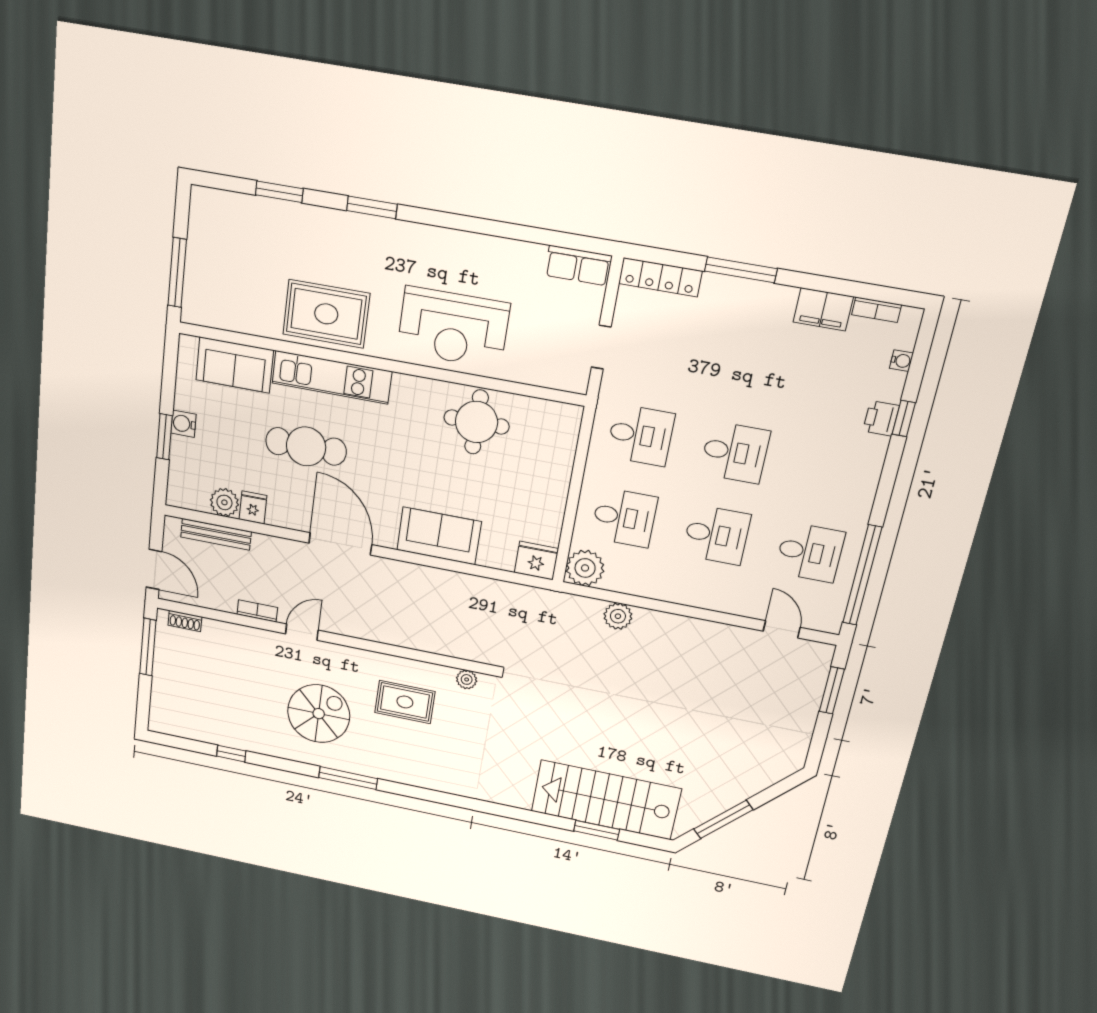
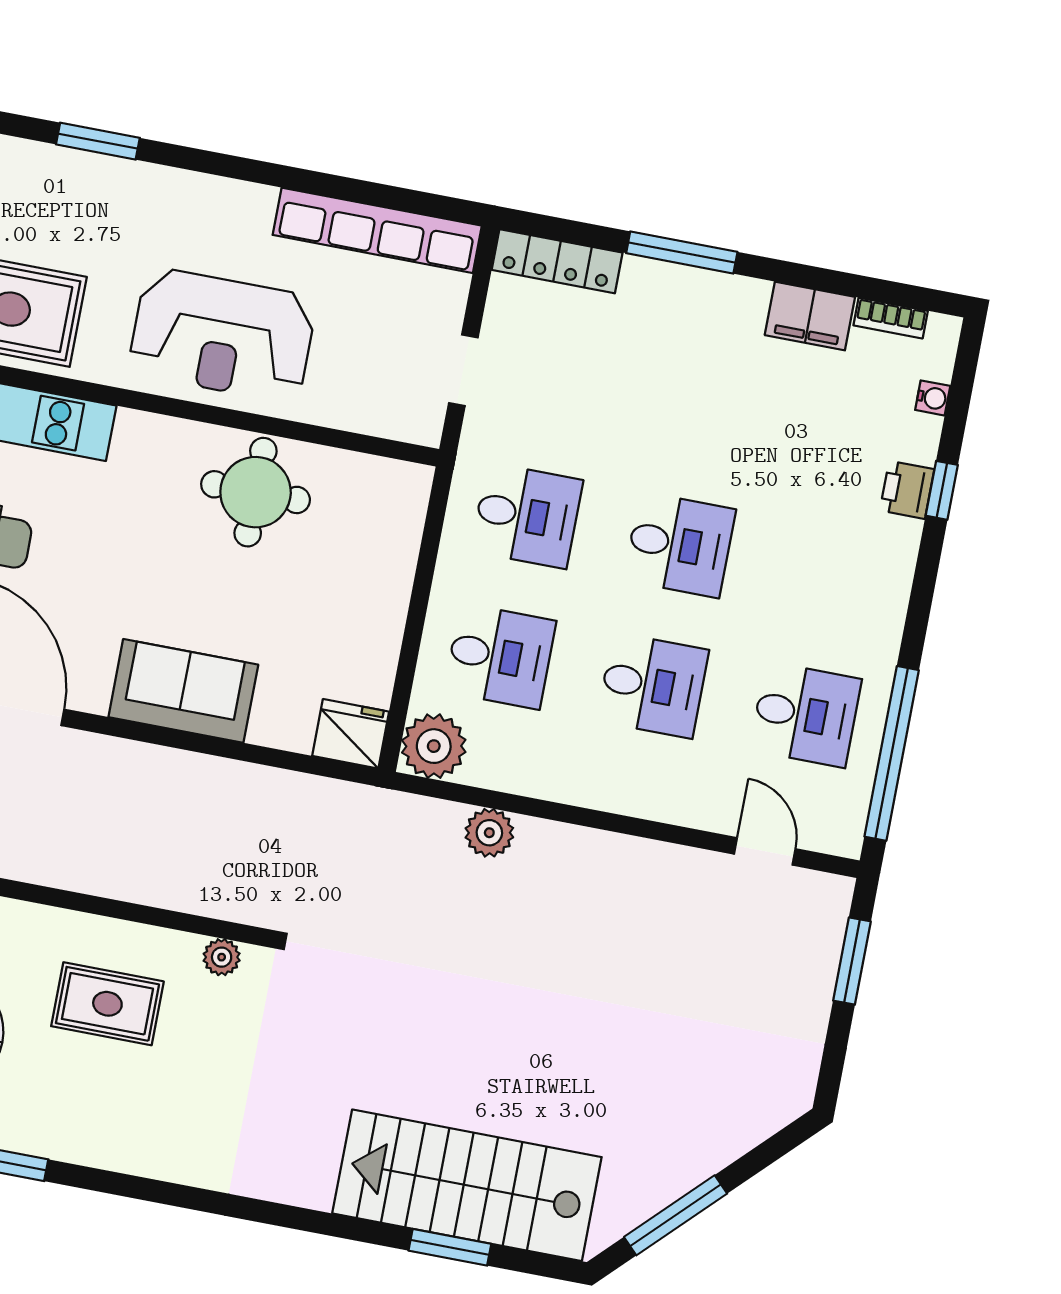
row of seats: (578, 265) -> (377, 230), width x2.02

